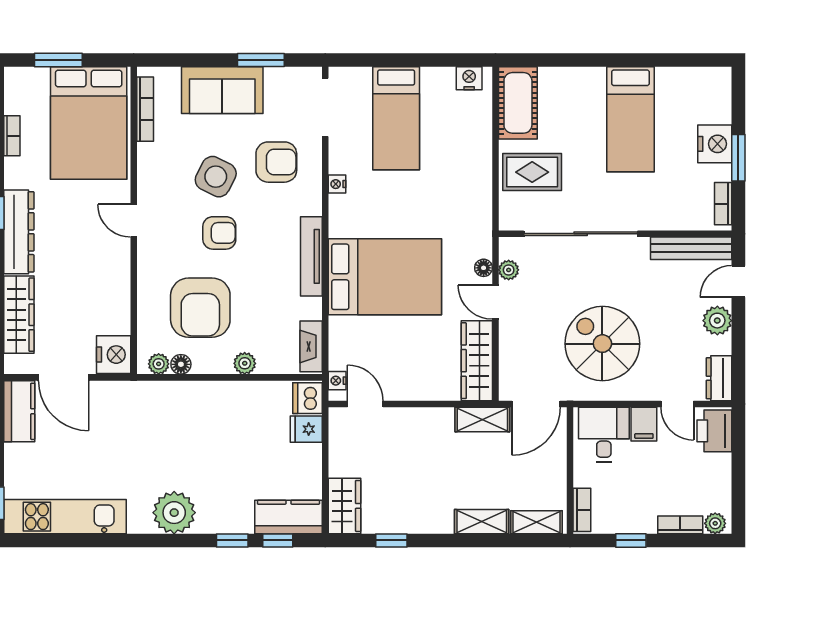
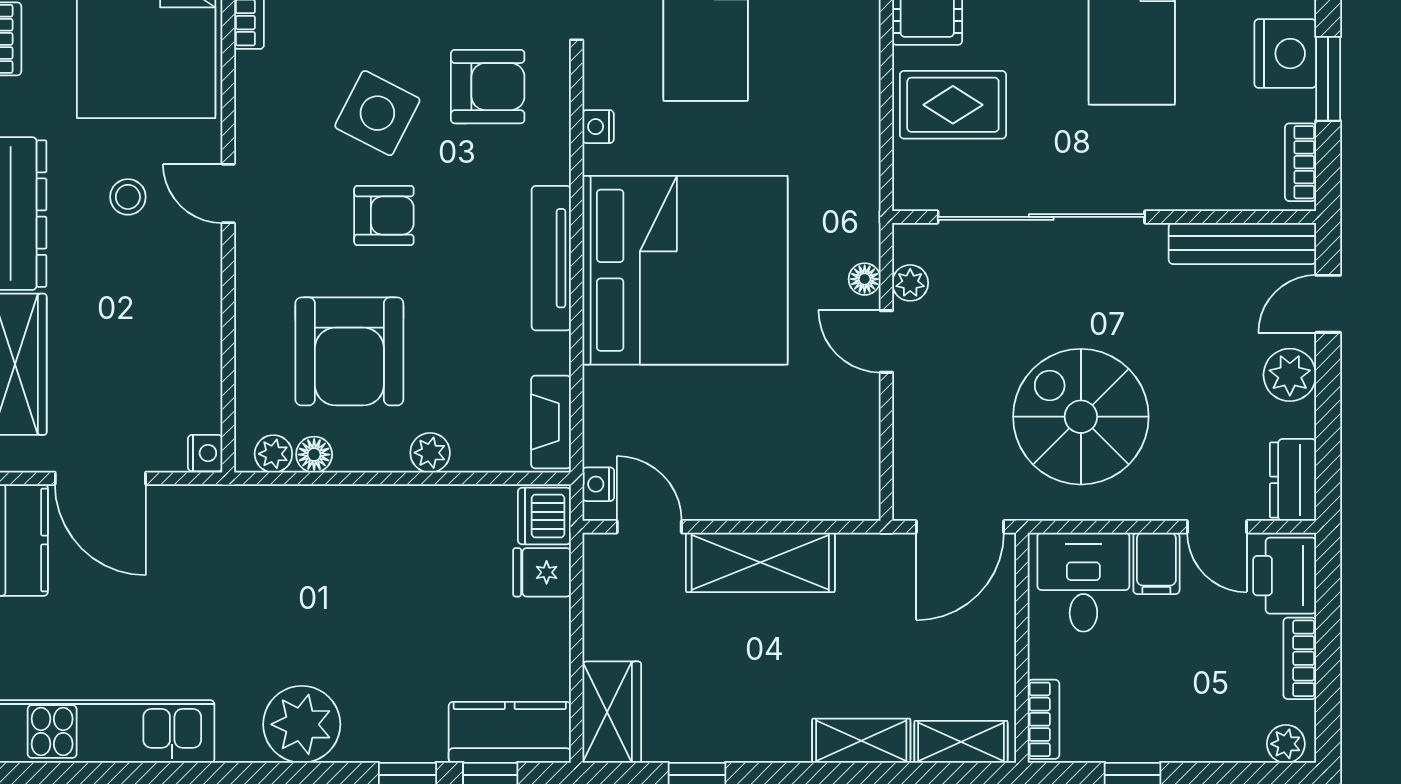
stool: (79, 223) -> (128, 197), added
bed: (385, 277) -> (685, 270), width x1.36
nightstand: (114, 355) -> (205, 453), width x0.53, depth x0.56
wardrobe: (477, 361) -> (852, 448), removed
shelving: (482, 419) -> (760, 562), moved, width x1.50, depth x1.33
bookcase: (680, 525) -> (1300, 658), moved, turned -90

